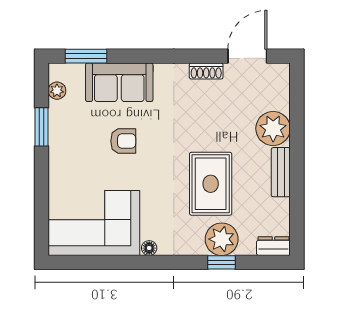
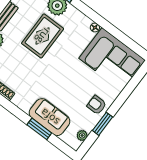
window: (86, 56) -> (39, 129), moved
armchair: (123, 141) -> (97, 105), moved

